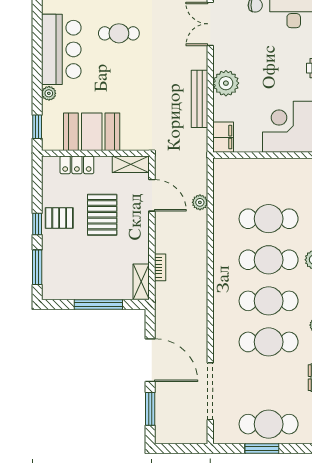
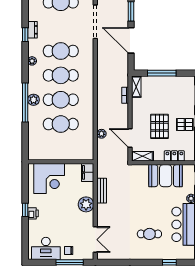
bench: (199, 99) -> (102, 191), width x0.73

